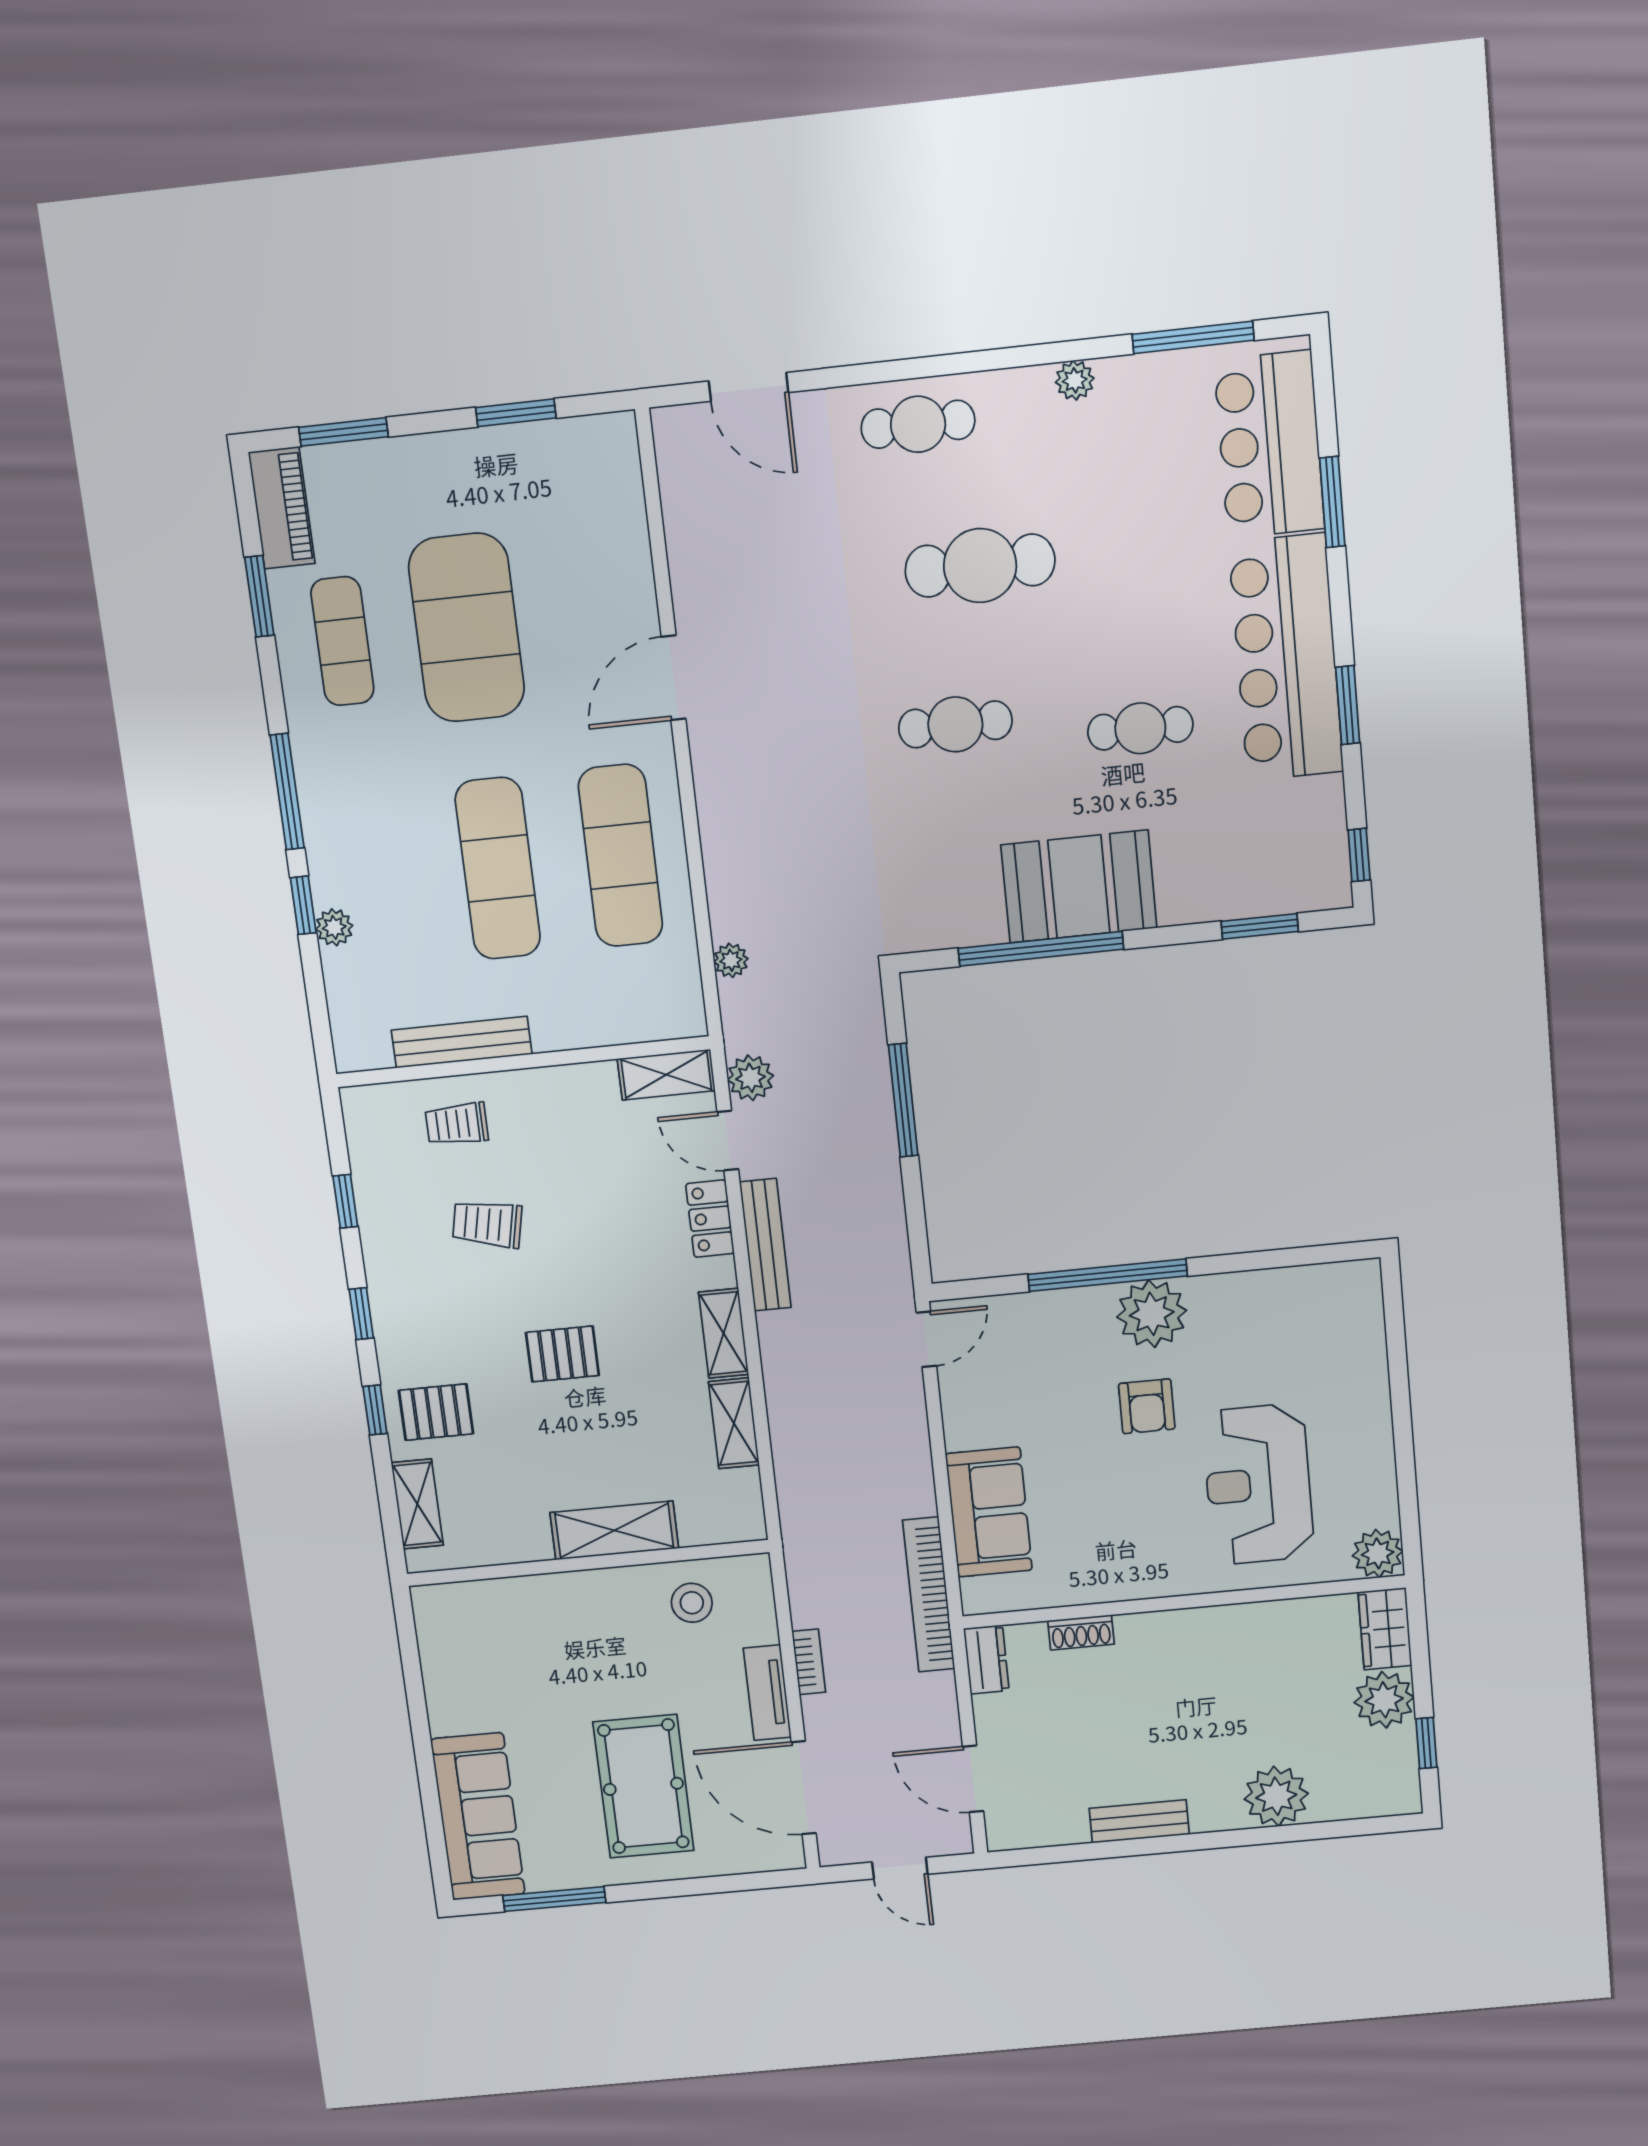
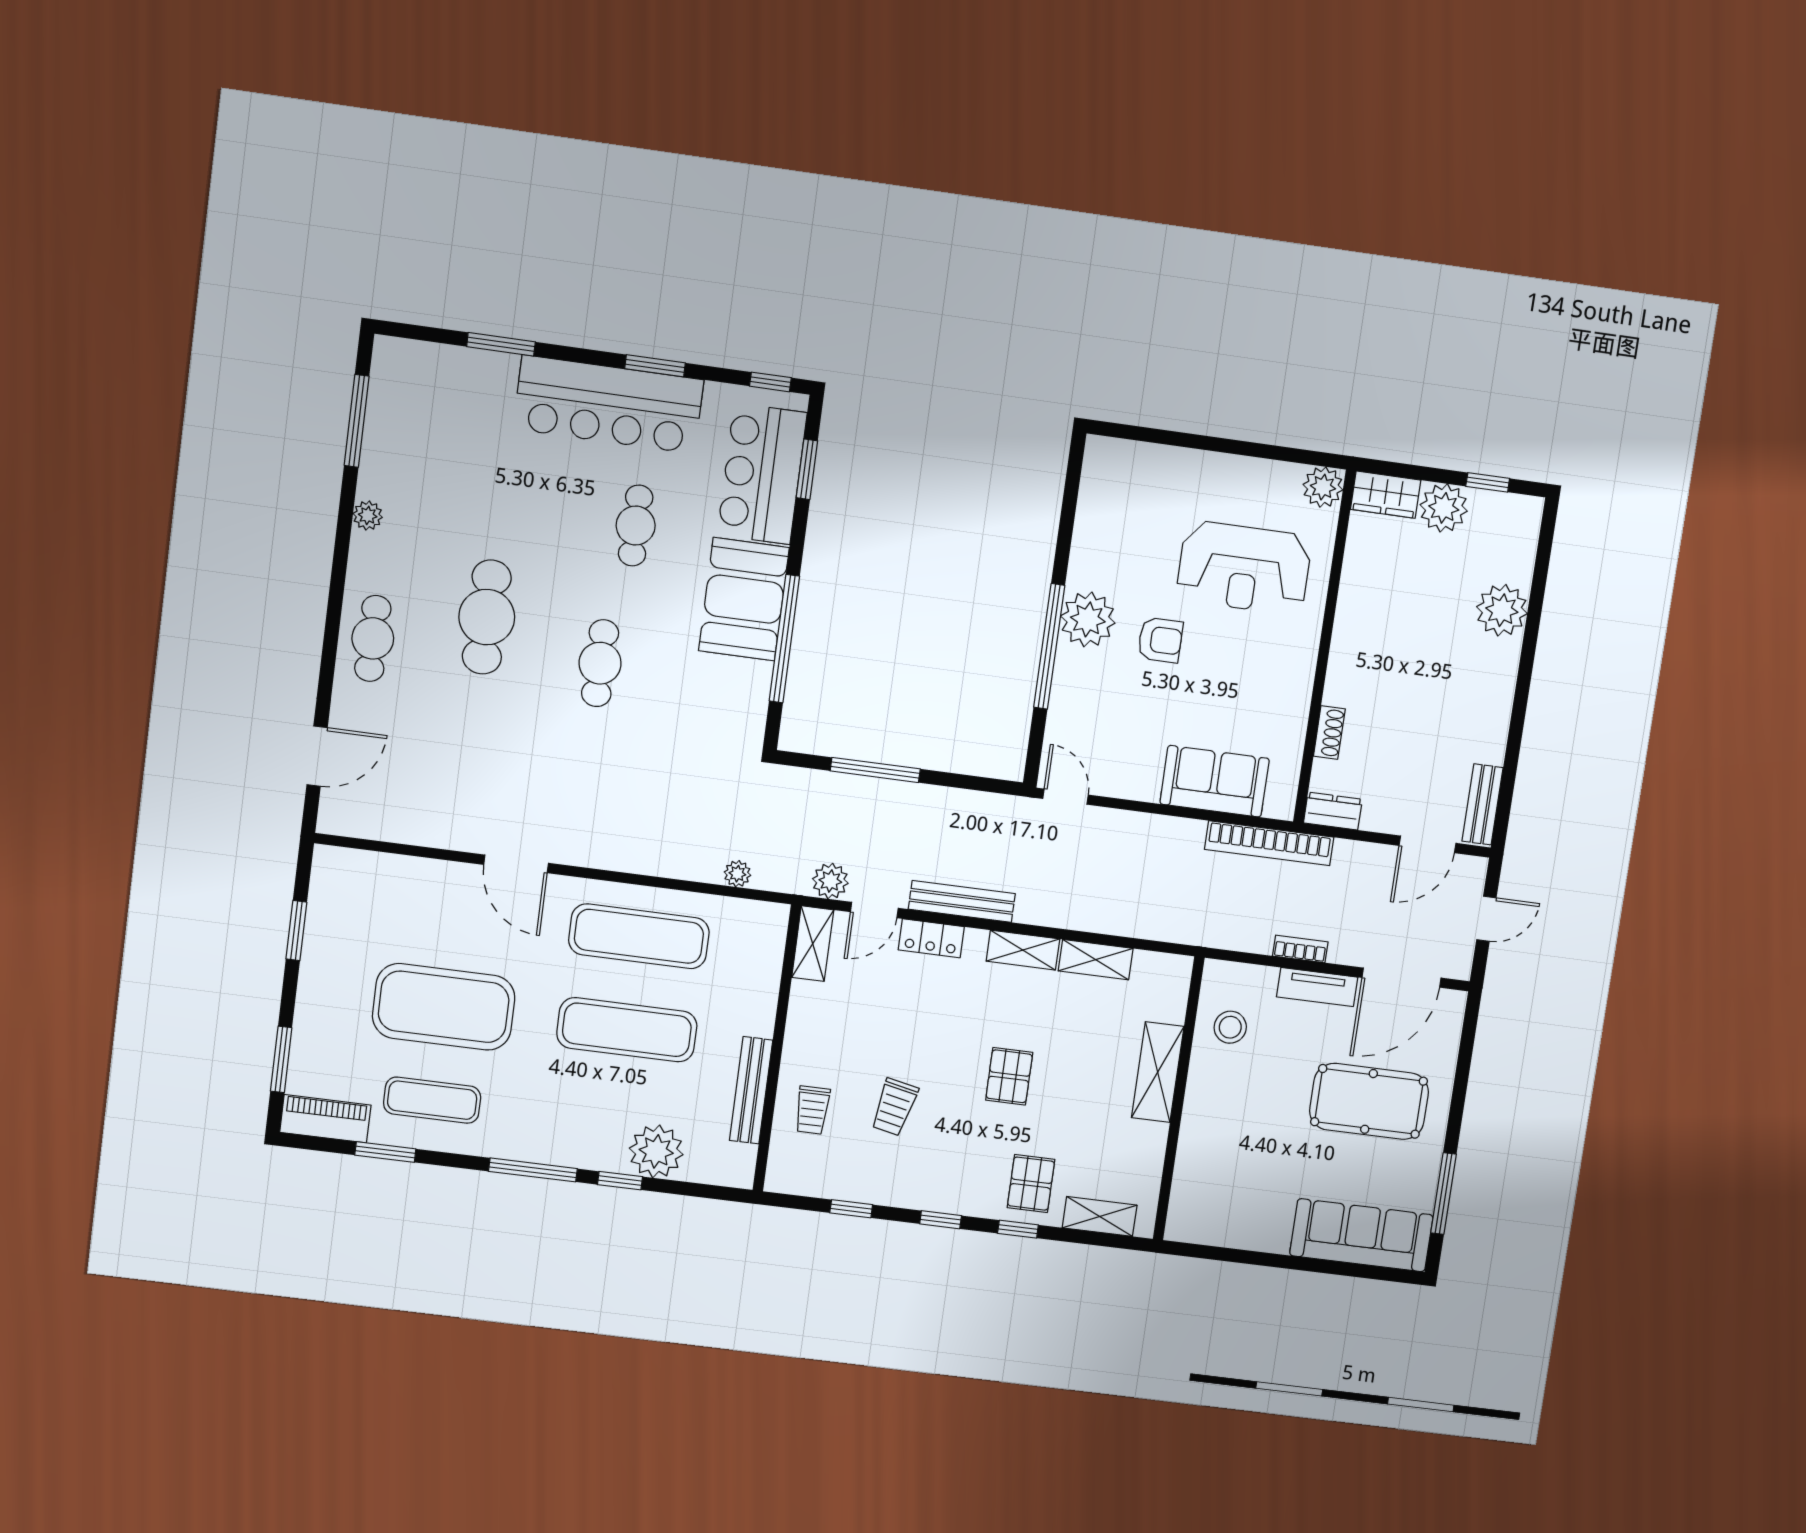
bar counter: (1269, 445) -> (762, 474), moved, turned 90
plant: (334, 927) -> (656, 1151), width x1.87, depth x1.87
bench: (1139, 1821) -> (1483, 804), moved

